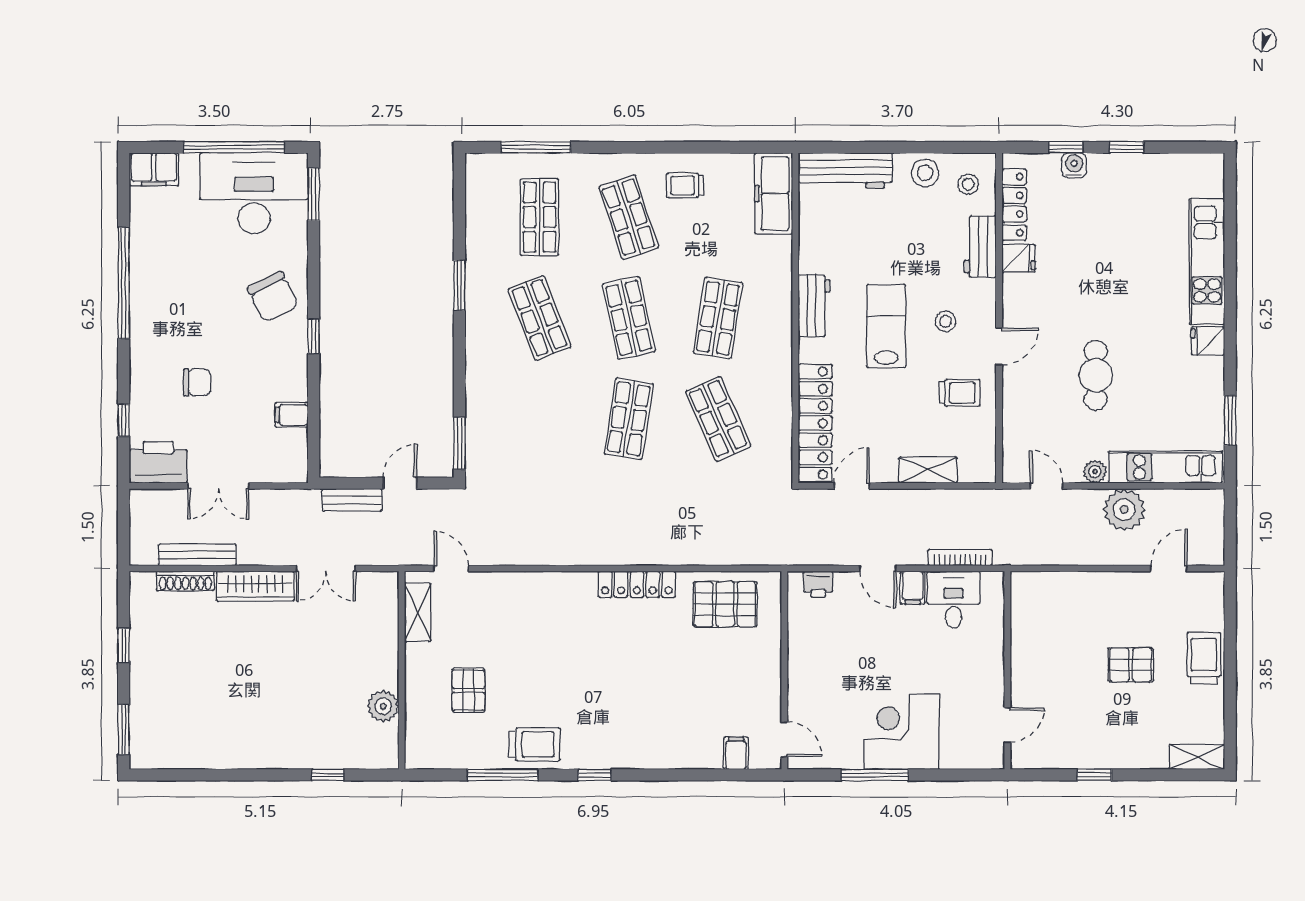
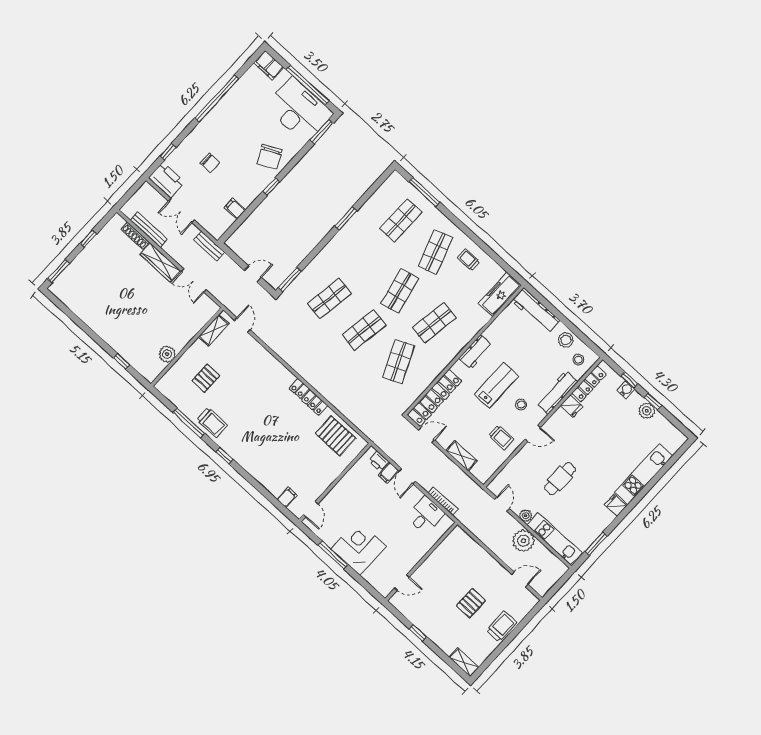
plant: (1130, 168) -> (647, 411), added
workbench: (980, 247) -> (557, 393), width x1.38
shop shelf: (539, 318) -> (329, 298), moved, turned 30
bench: (352, 500) -> (209, 246), moved
filing cabinet: (913, 588) -> (389, 473), moved
pallet: (1131, 665) -> (471, 603), turned 90

